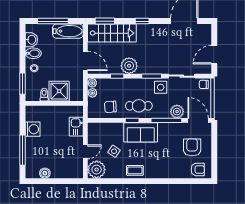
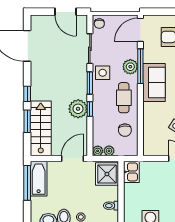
window: (53, 21) -> (27, 183), moved
window: (105, 21) -> (27, 121), moved
window: (117, 76) -> (90, 109), moved
shower: (59, 91) -> (107, 174), moved
plant: (177, 112) -> (130, 67), moved
window: (132, 120) -> (140, 105), removed
kitchen sink: (76, 127) -> (131, 172), moved, turned -90
sofa: (141, 132) -> (154, 83), moved

